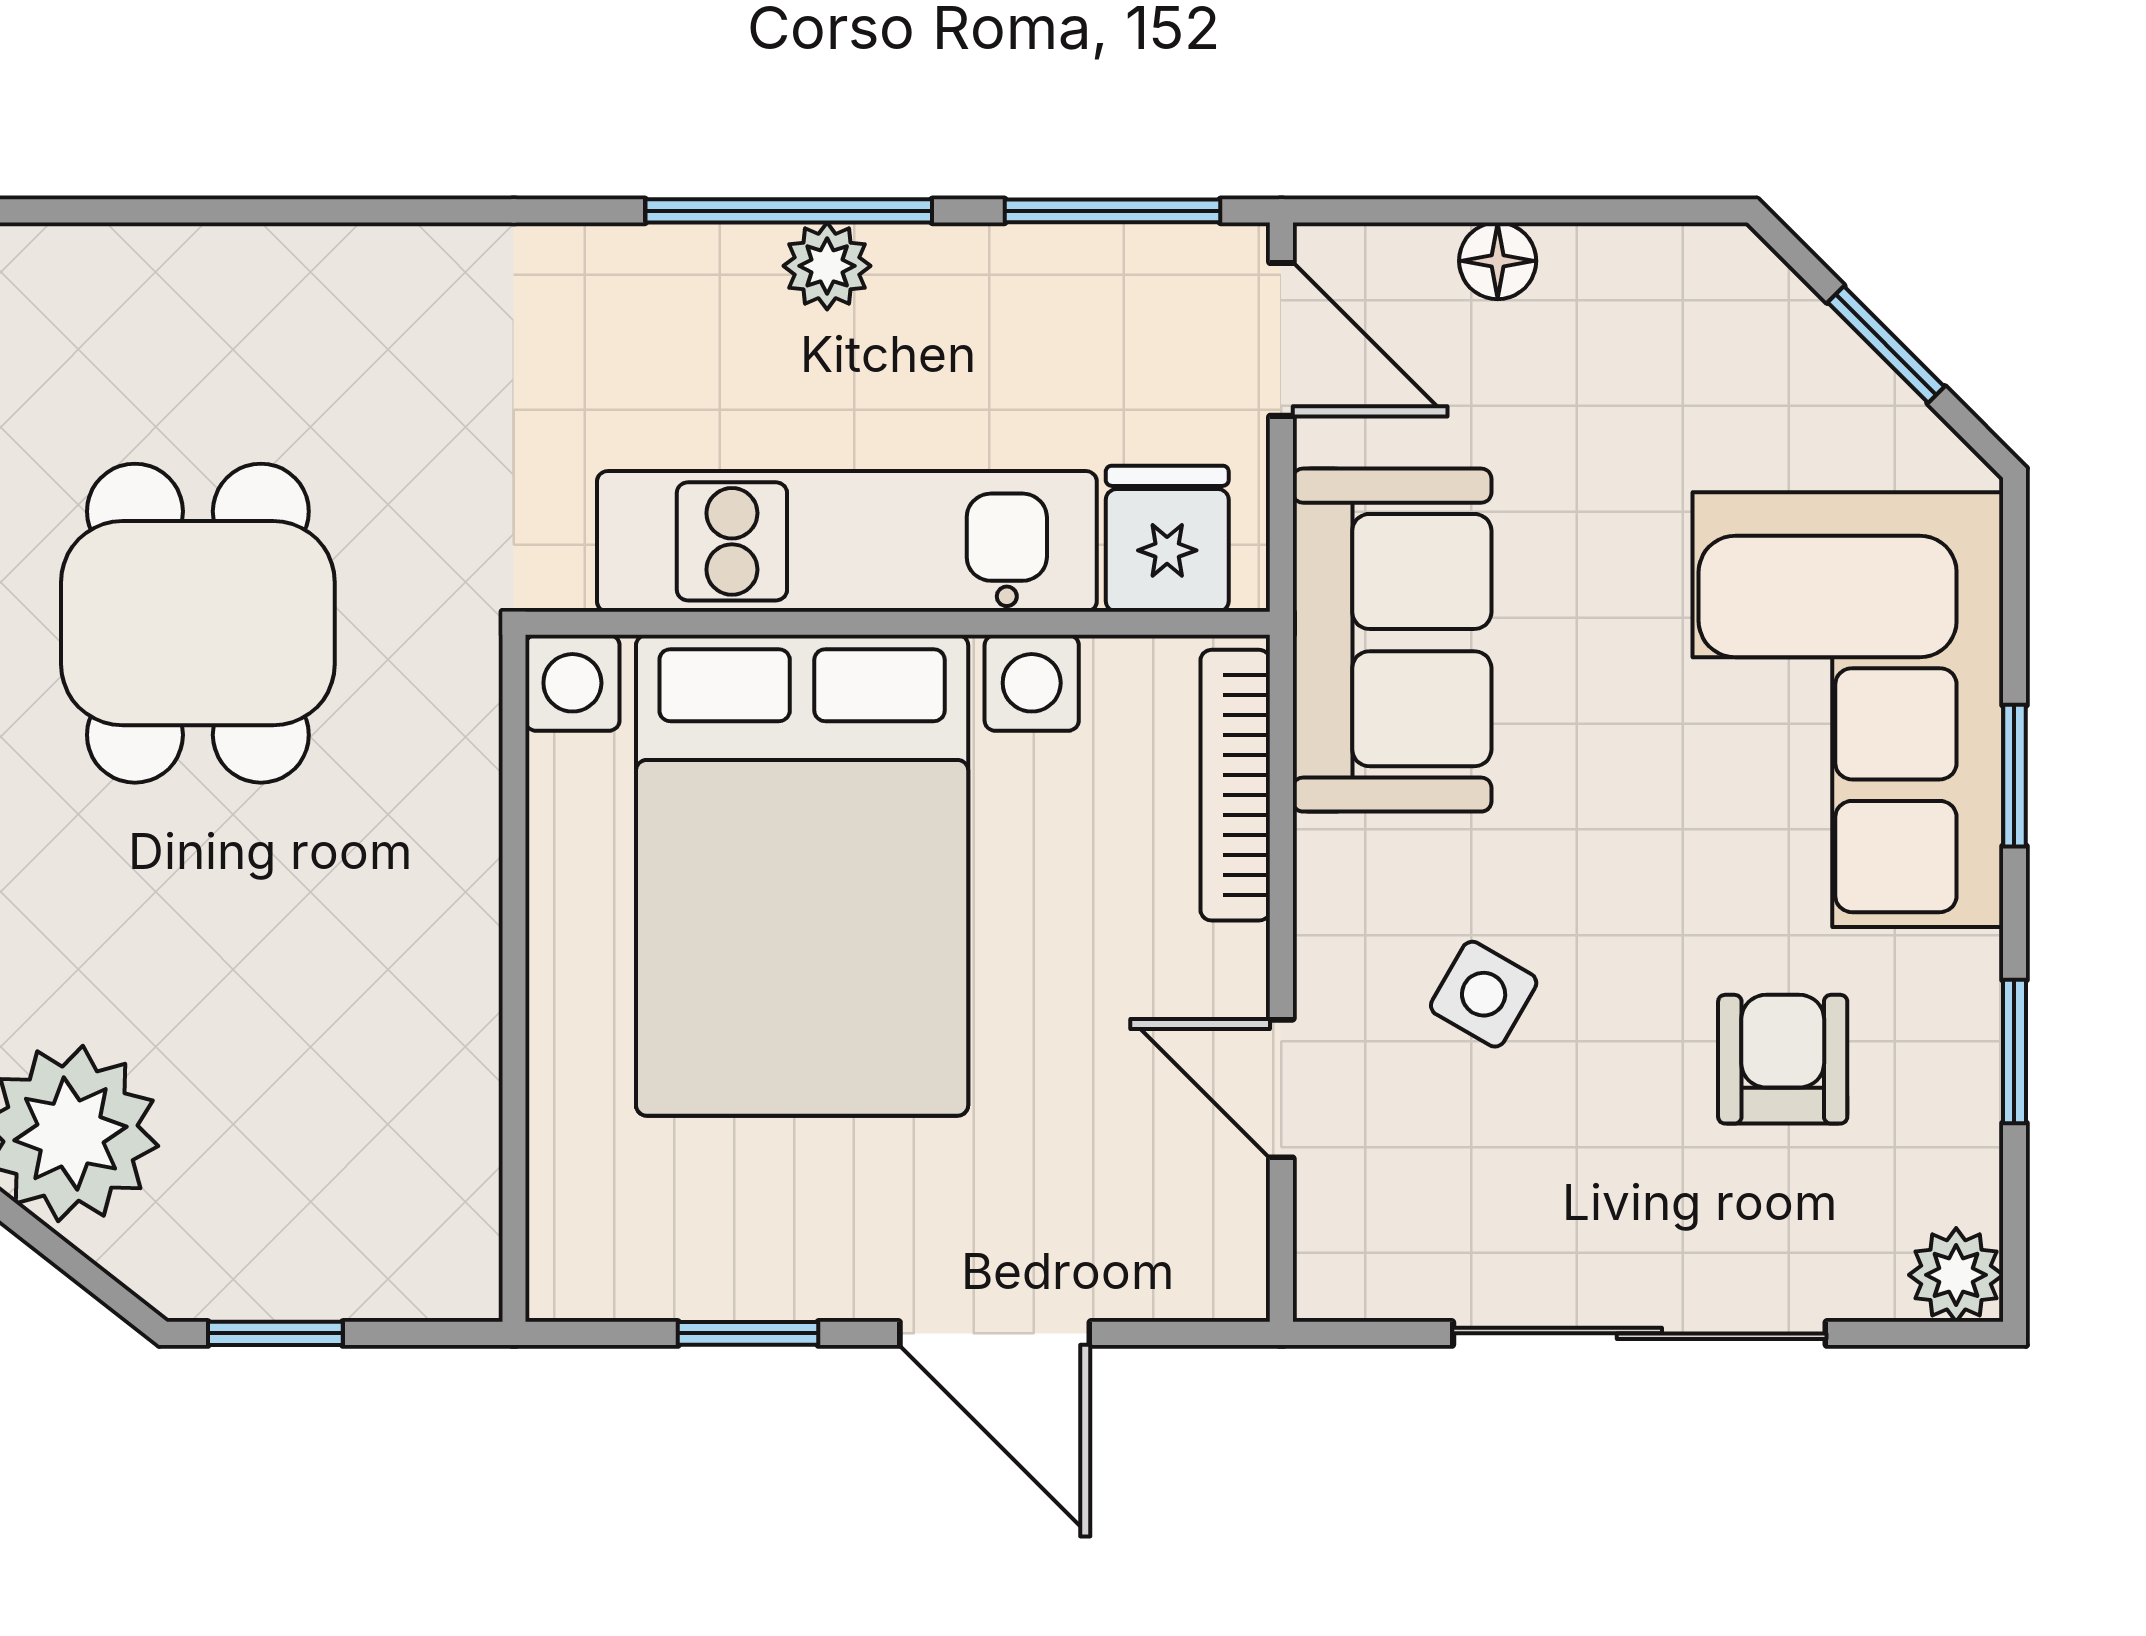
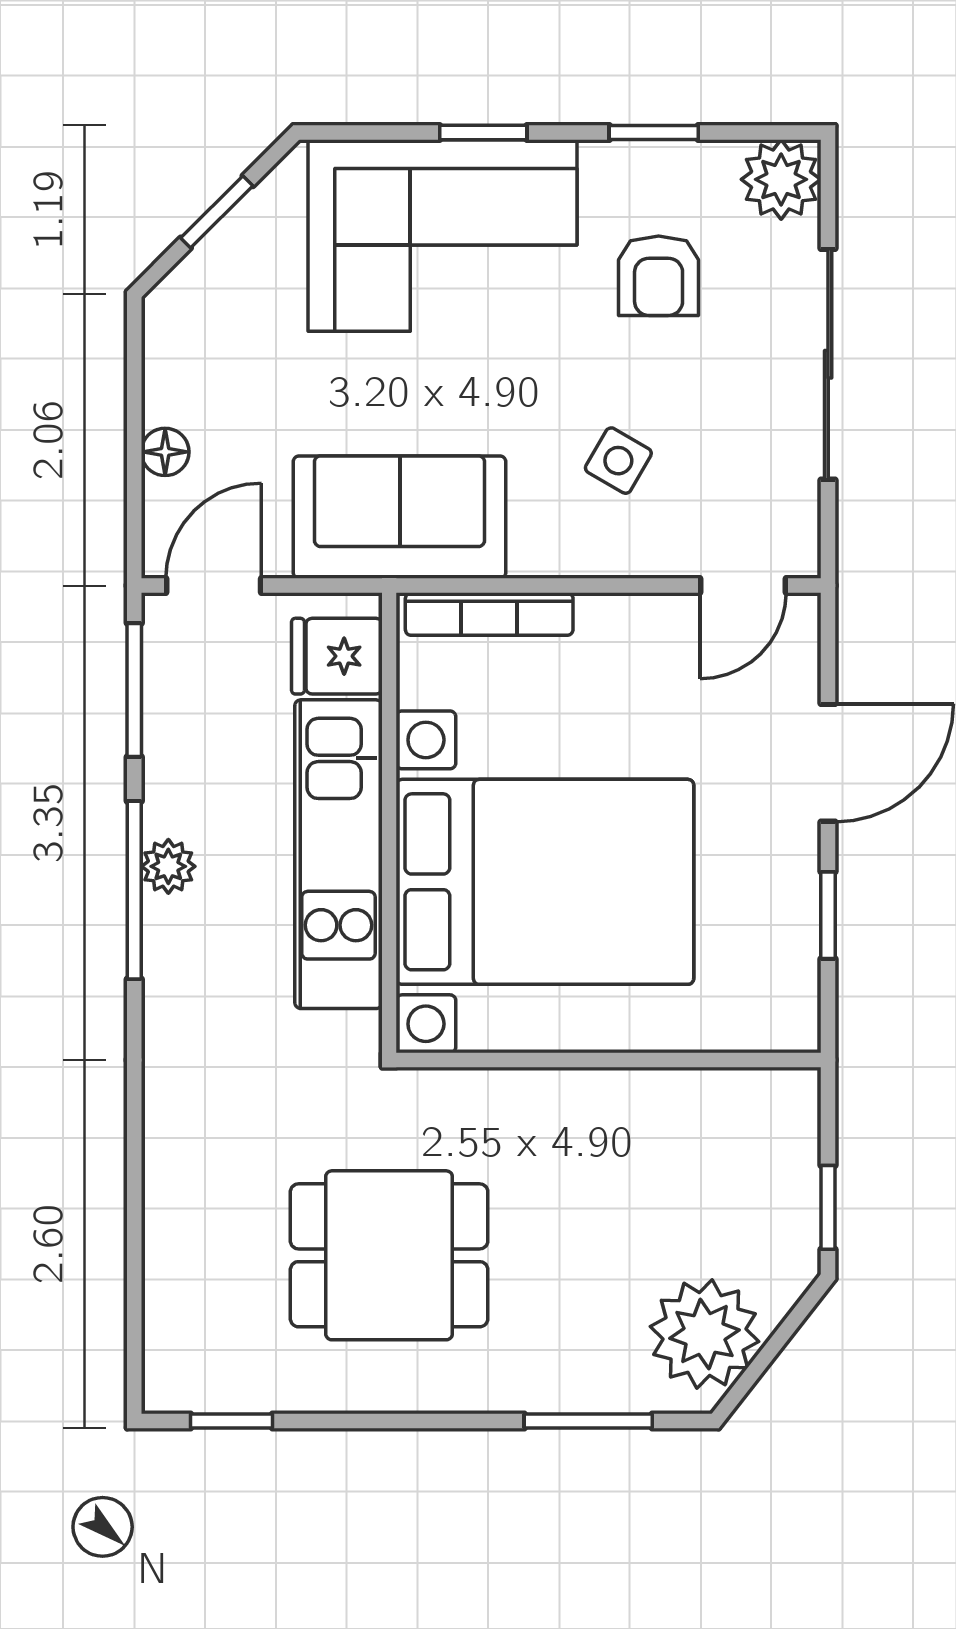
armchair: (1783, 1059) -> (659, 276), turned -90
door: (1281, 1089) -> (743, 586), moved
plant: (1956, 1275) -> (781, 179), width x1.38, depth x1.38

